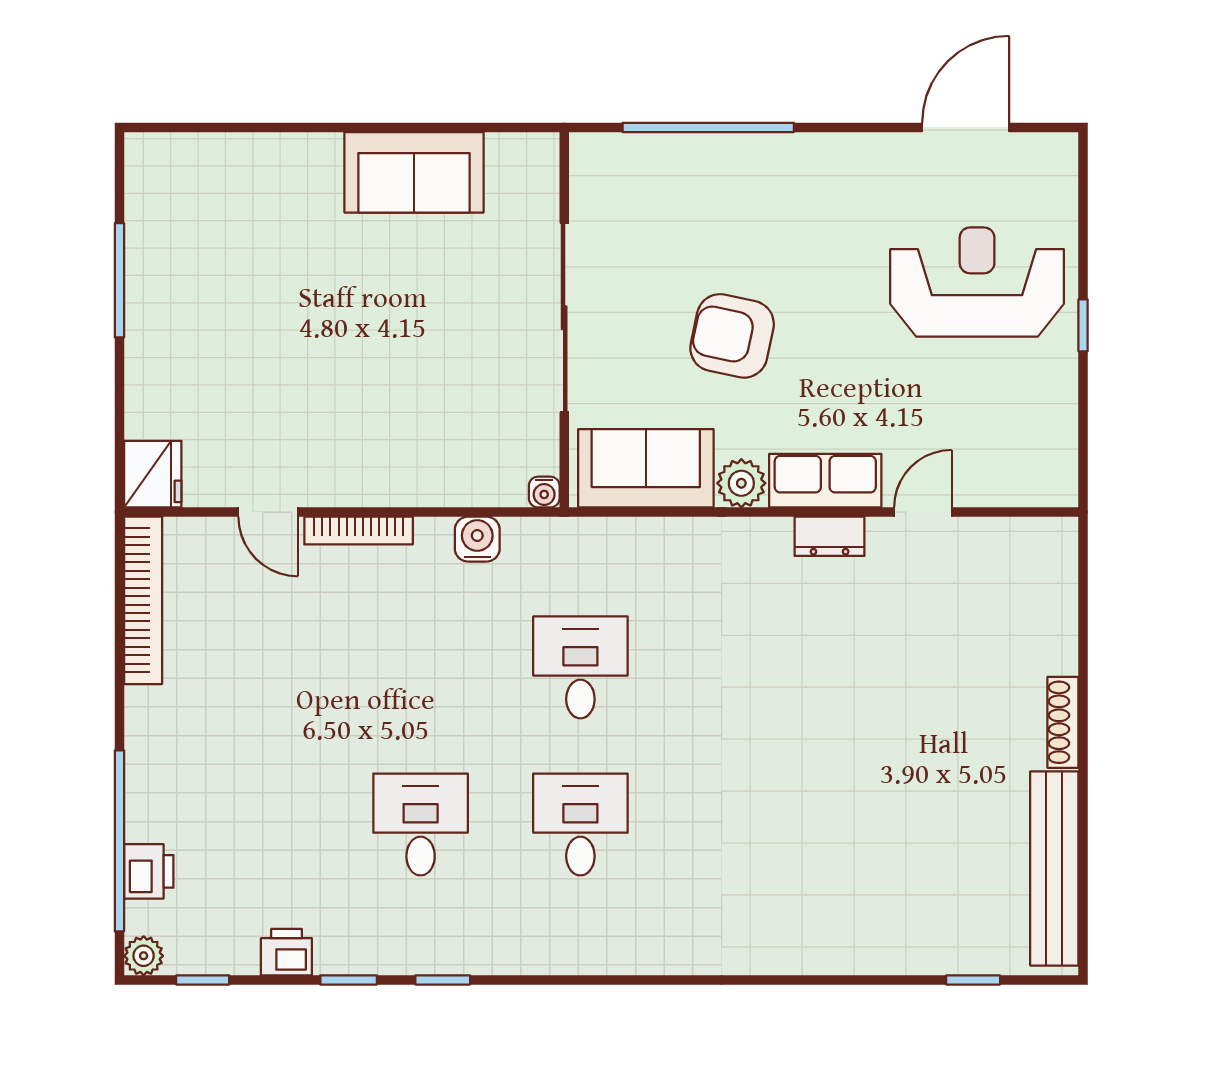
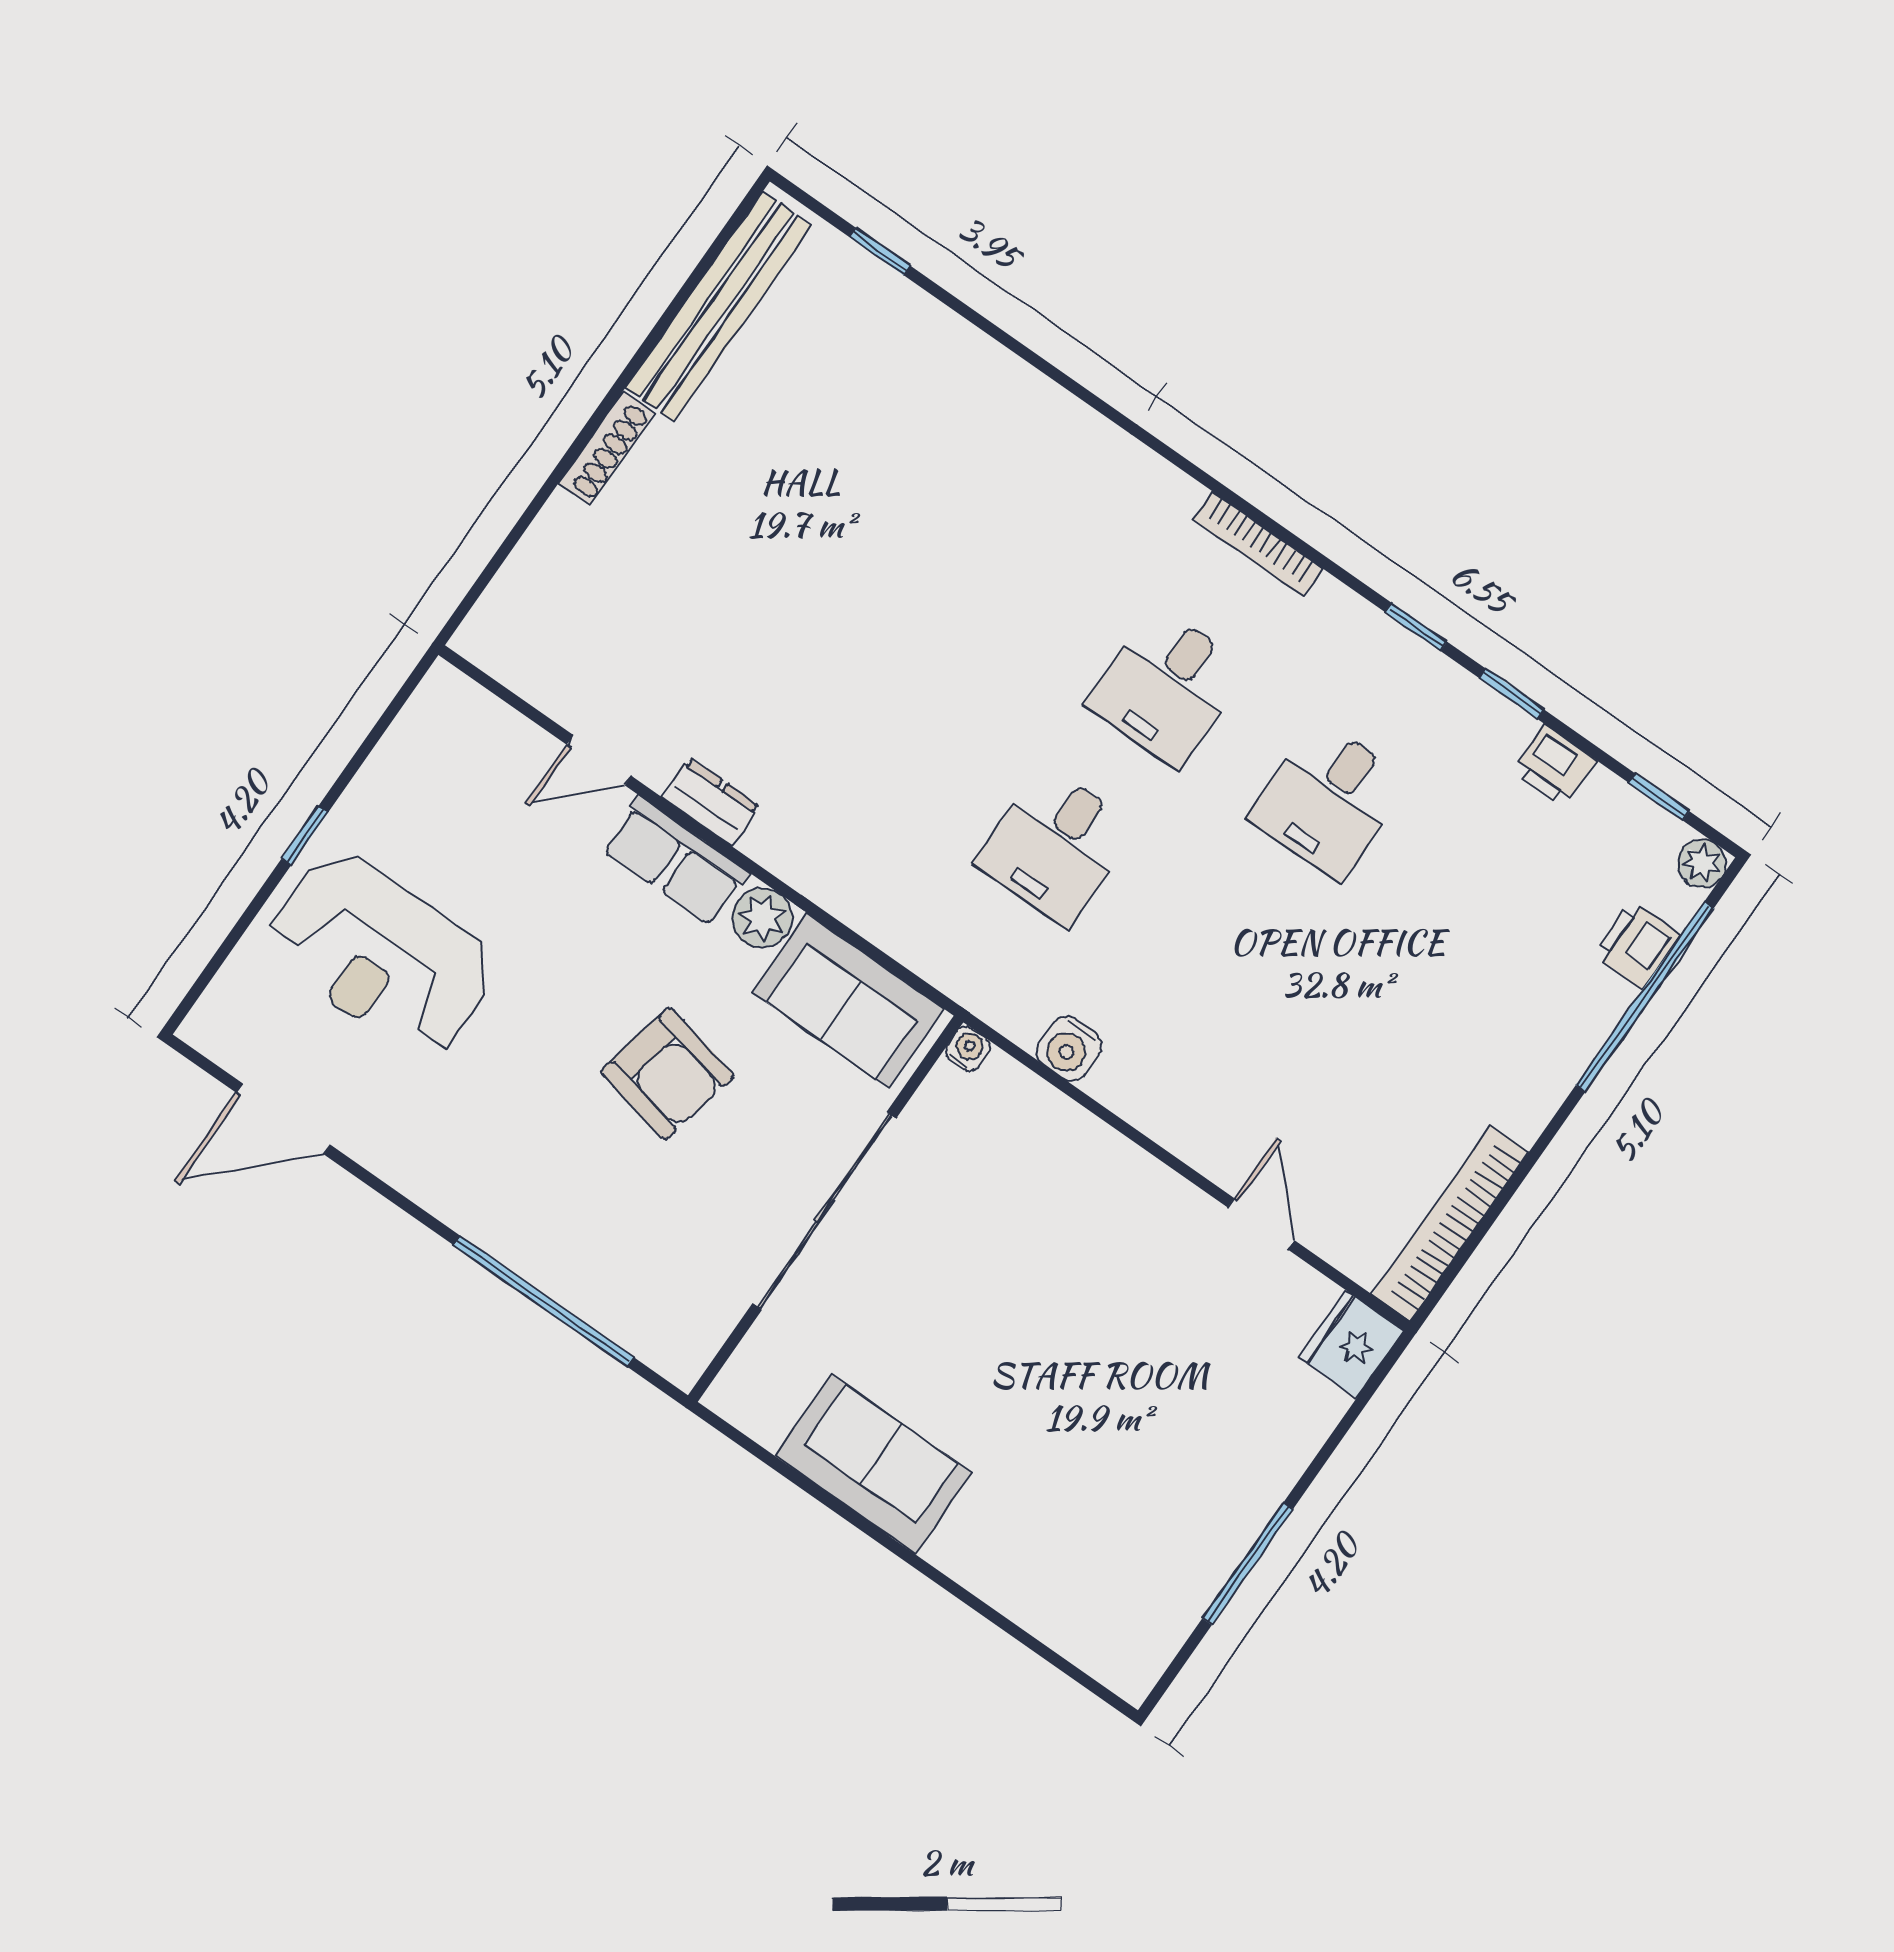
bookcase: (359, 531) -> (1258, 544), moved, turned 180

